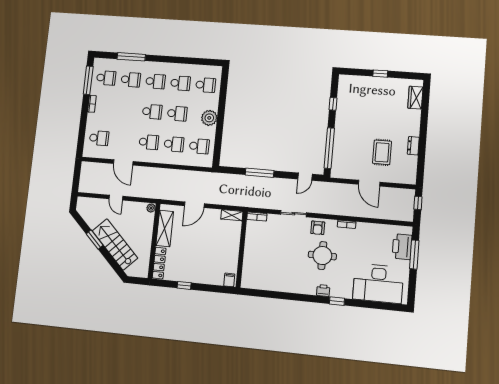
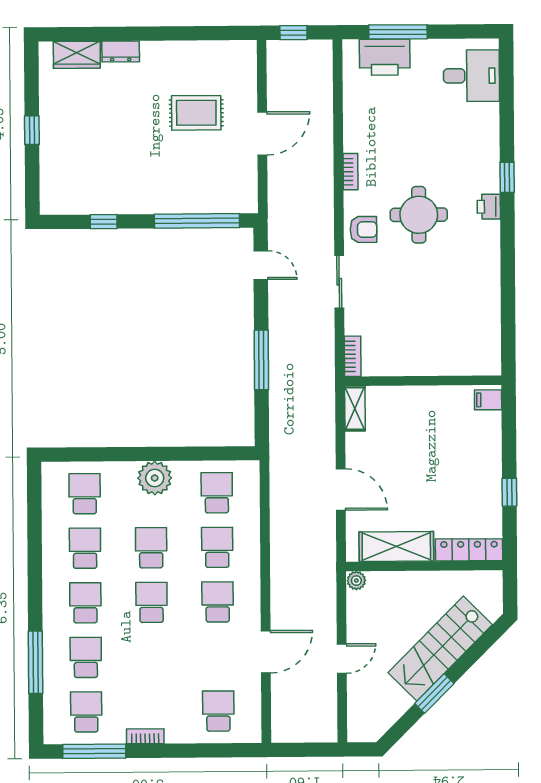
dresser: (413, 146) -> (121, 51), moved
desk: (378, 284) -> (471, 76), width x0.53, depth x0.77

